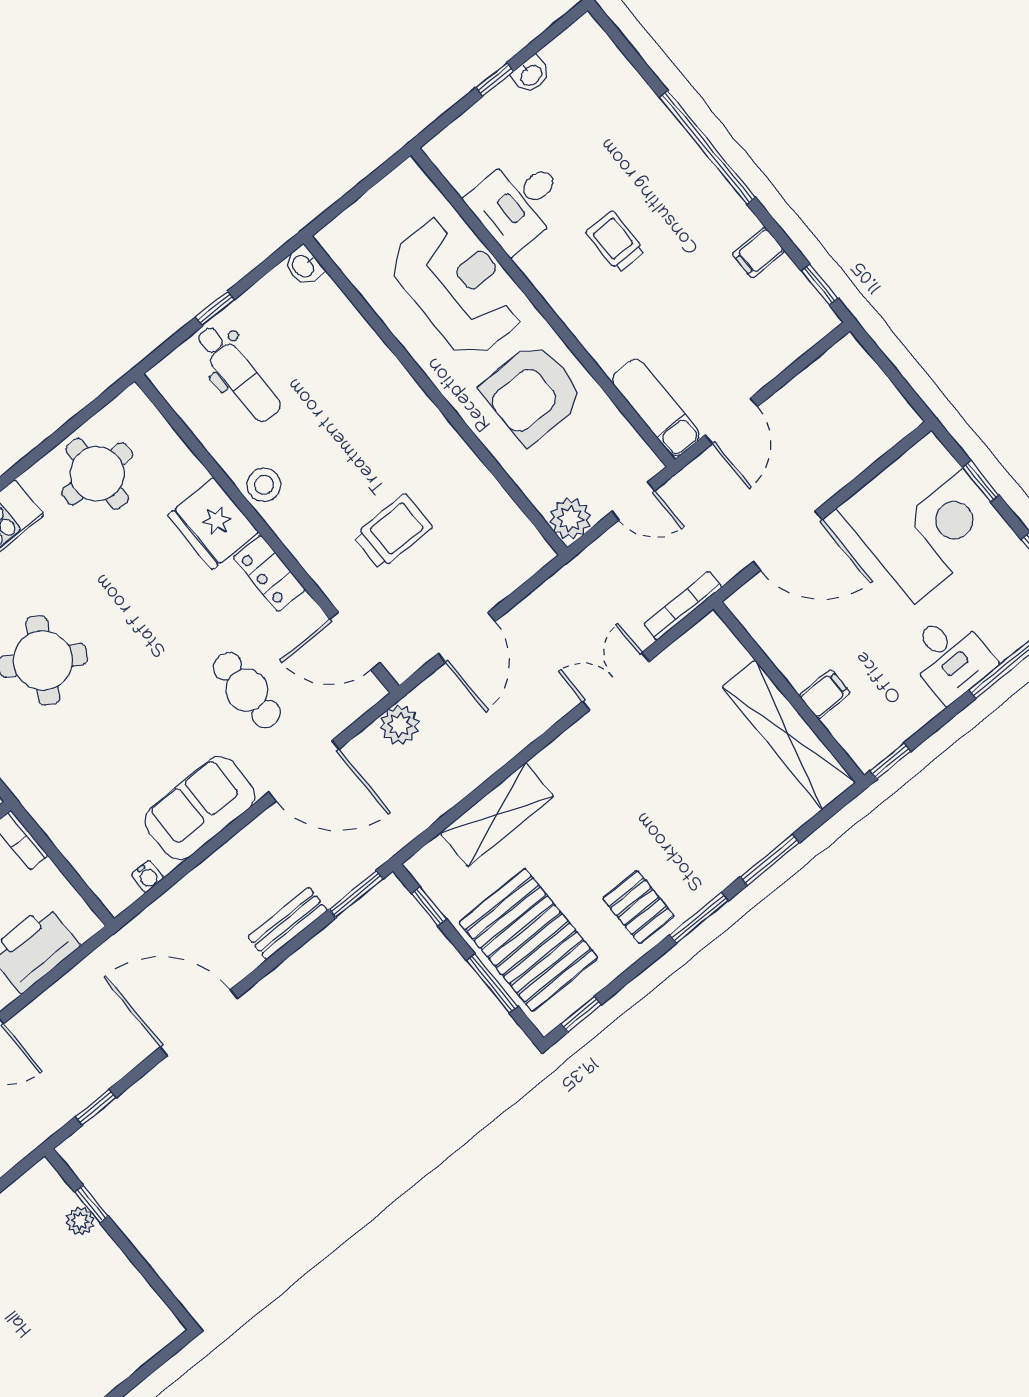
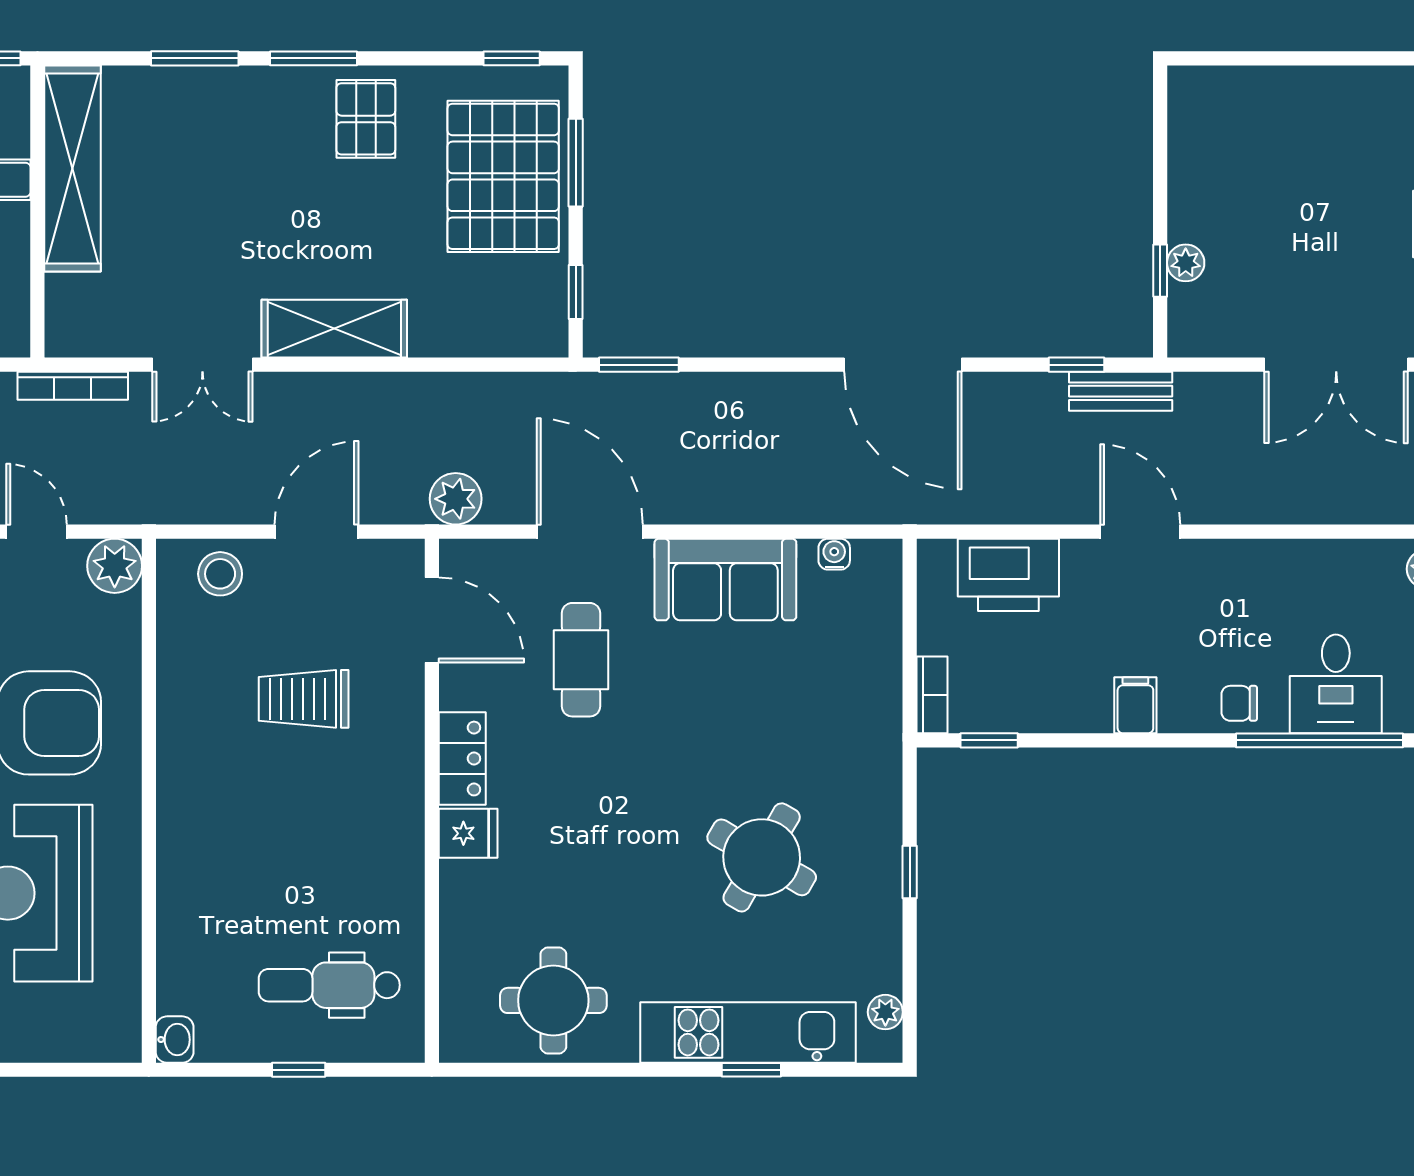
dental chair: (238, 374) -> (329, 985), turned -90
stool: (264, 485) -> (220, 574), moved
fridge: (213, 524) -> (468, 833), width x0.53, depth x0.75
shelving: (497, 815) -> (334, 329), moved
bench: (288, 924) -> (1121, 391), moved

